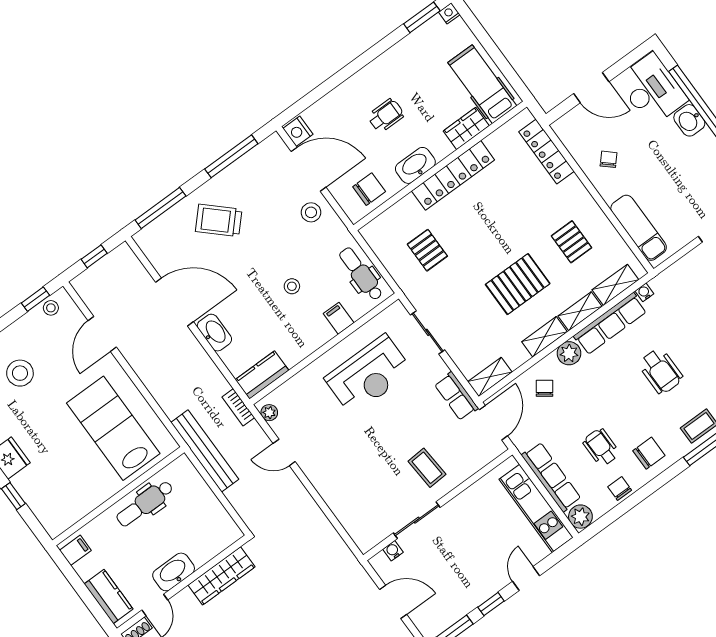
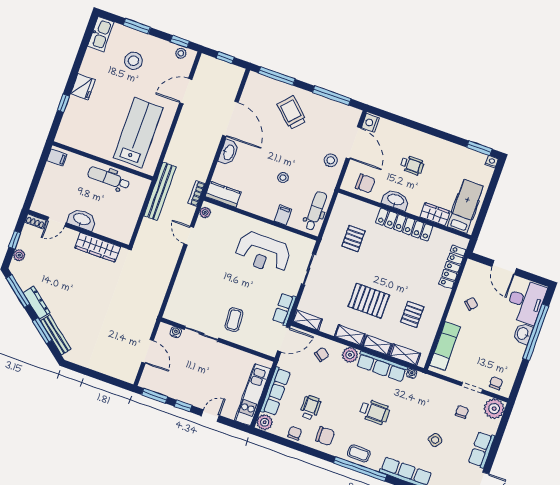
wheelchair: (661, 371) -> (375, 412), turned -90
kitchen counter: (109, 597) -> (44, 193), removed

